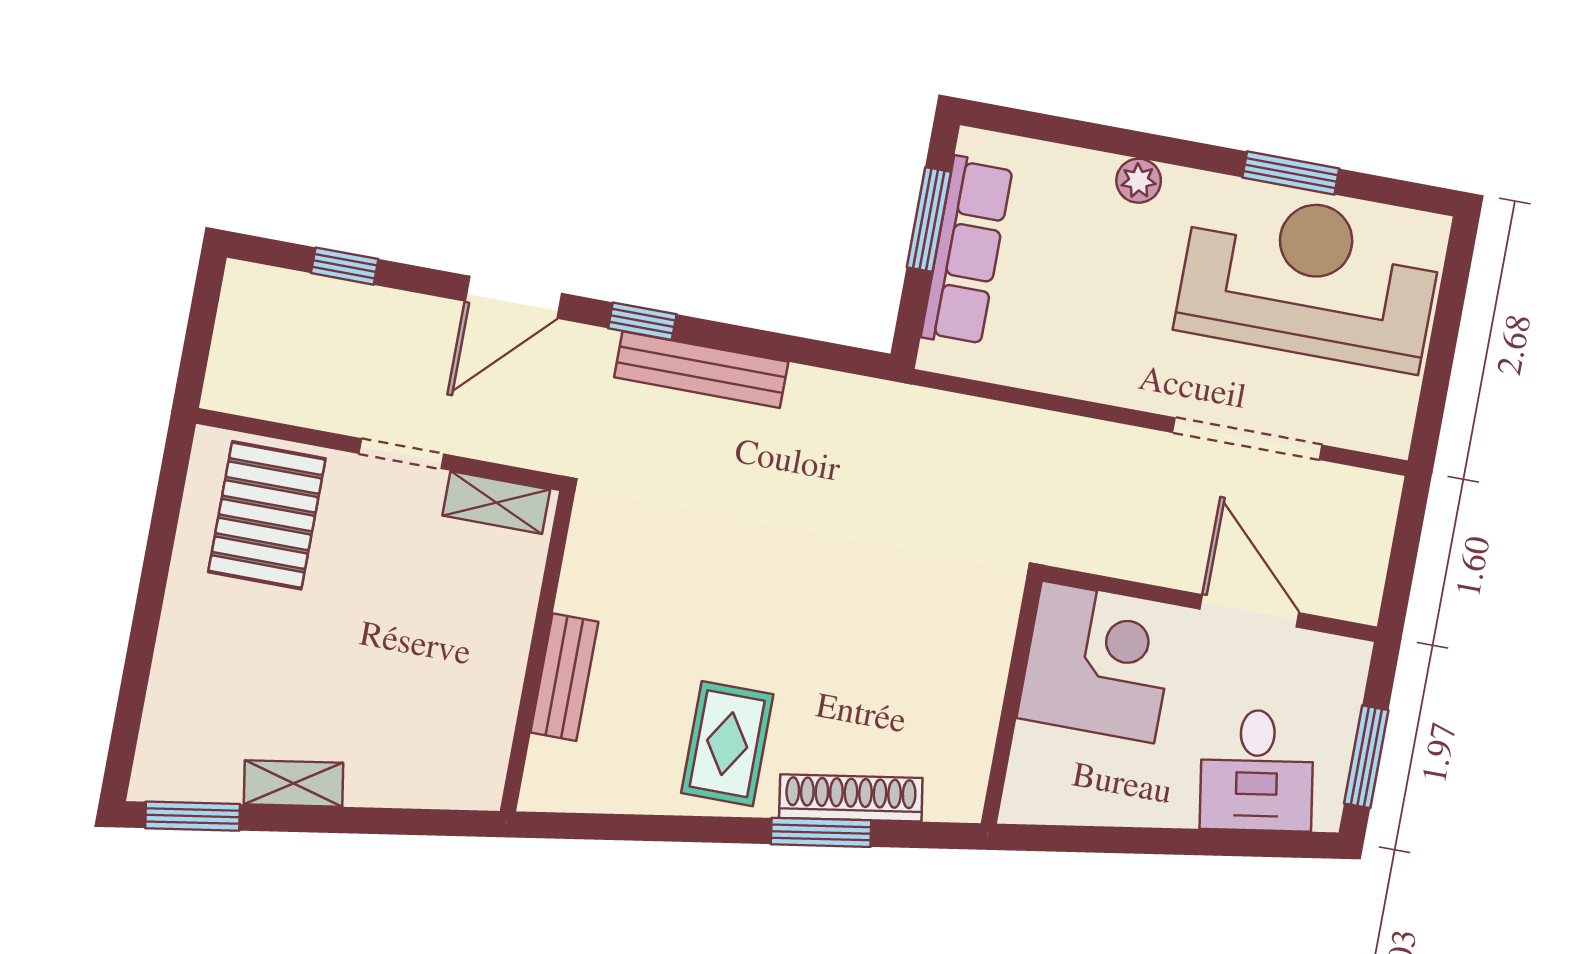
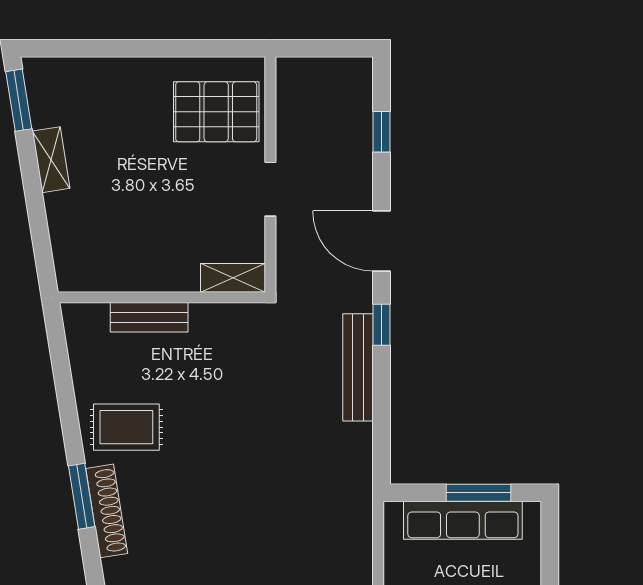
shelving: (496, 503) -> (233, 278), moved, turned 90

